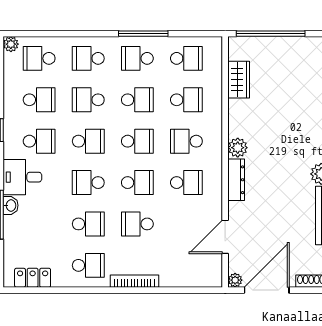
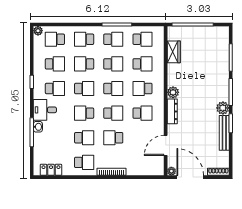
school desk: (137, 58) -> (113, 39), turned 180
door: (267, 290) -> (190, 177), hinge flipped

